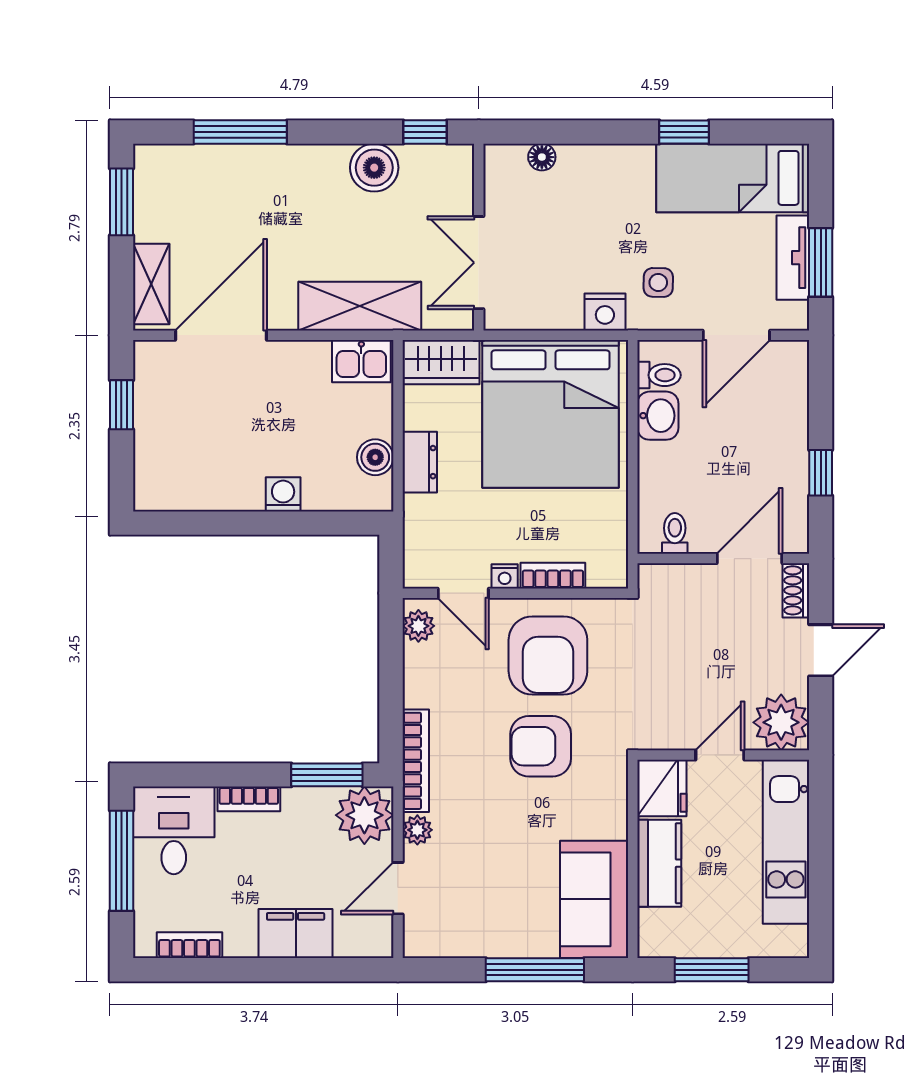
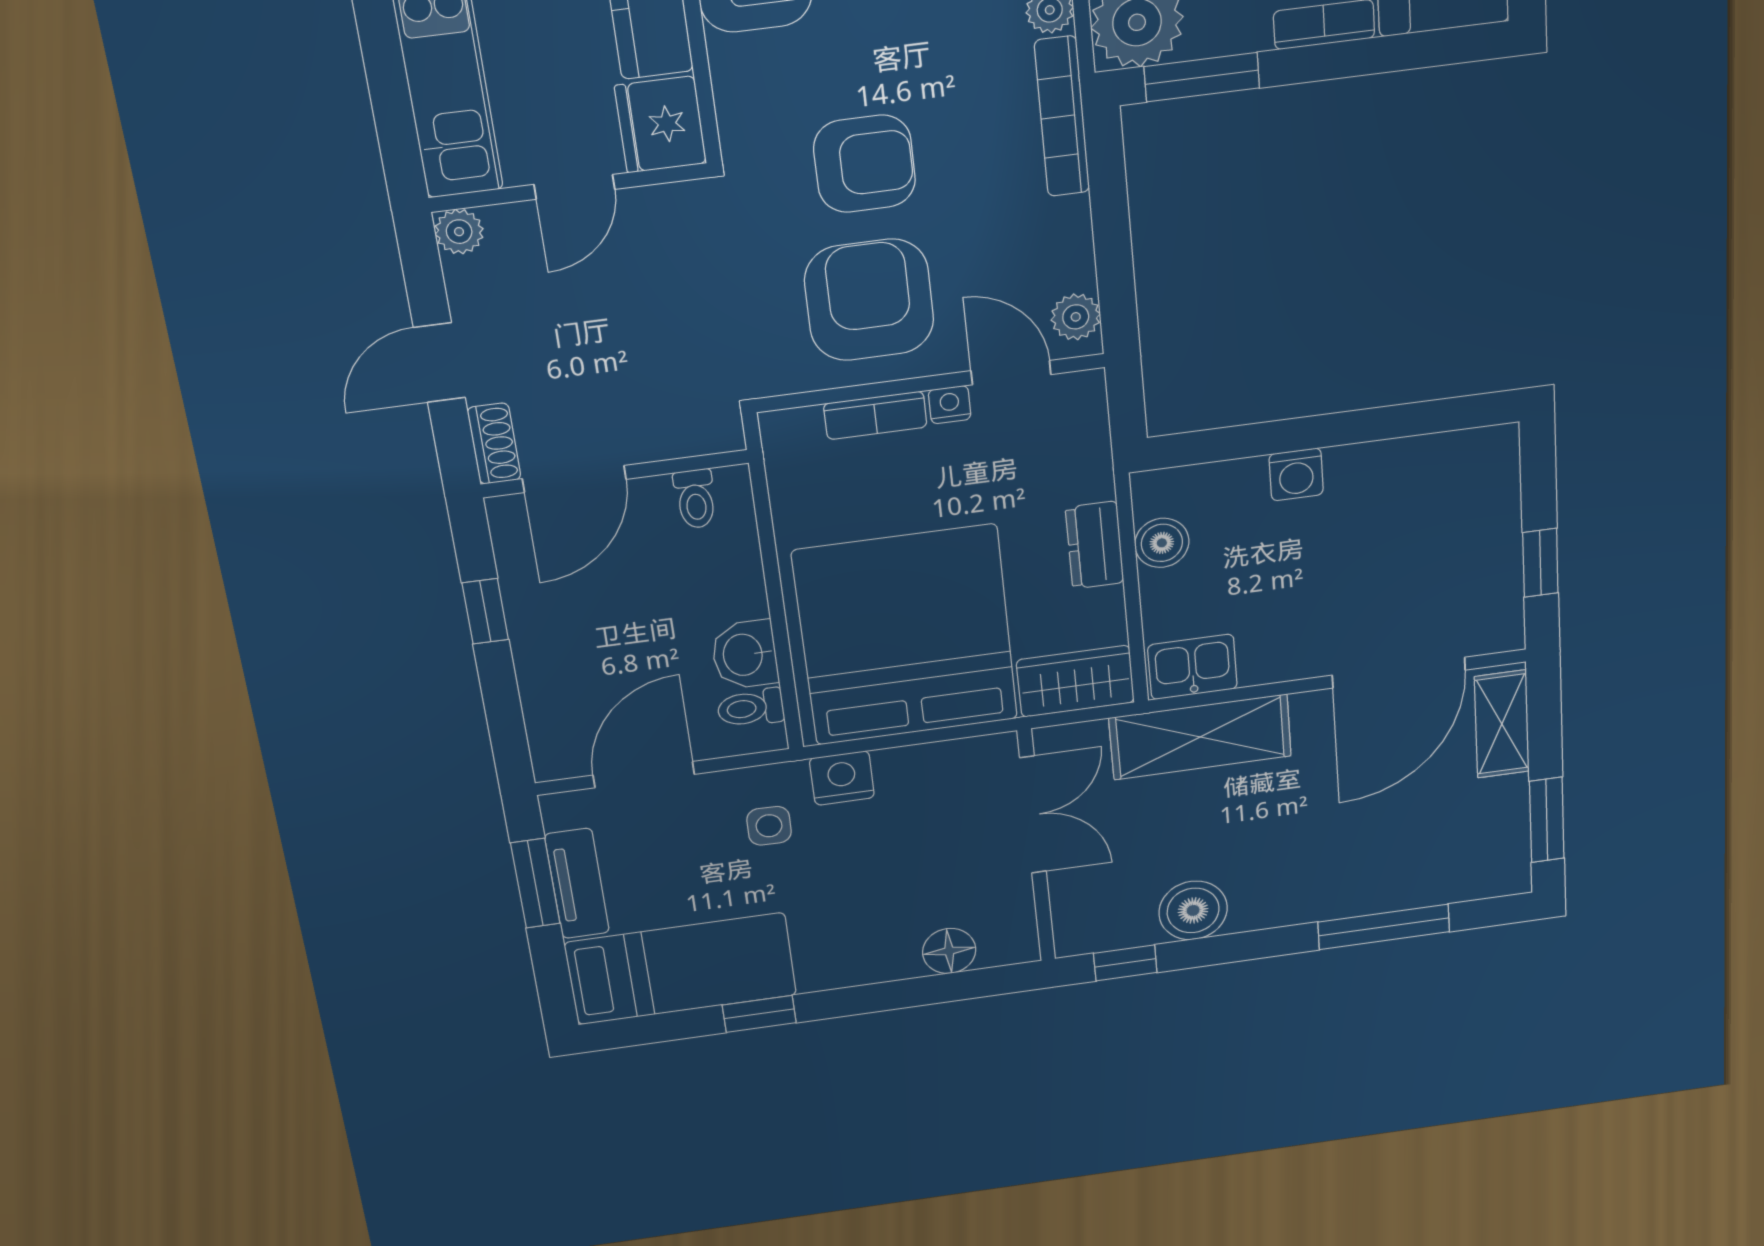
floor lamp: (542, 157) -> (949, 951), width x1.37, depth x1.37
plant: (781, 722) -> (459, 232), width x0.53, depth x0.53

